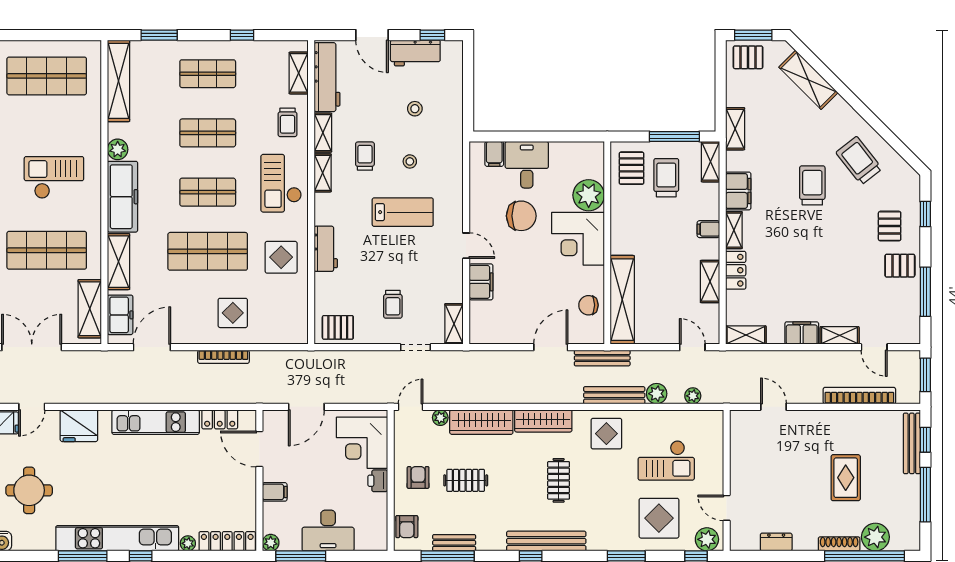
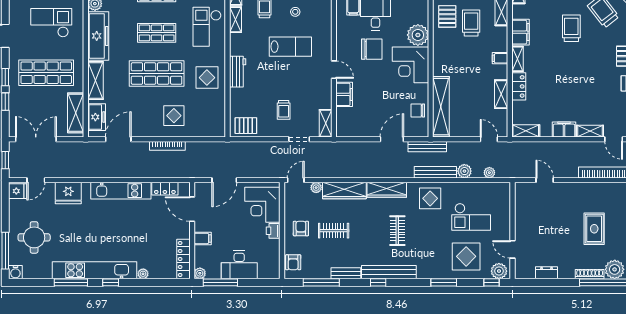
locker: (227, 541) -> (183, 259), moved, turned -90
bench: (454, 543) -> (346, 273), moved

